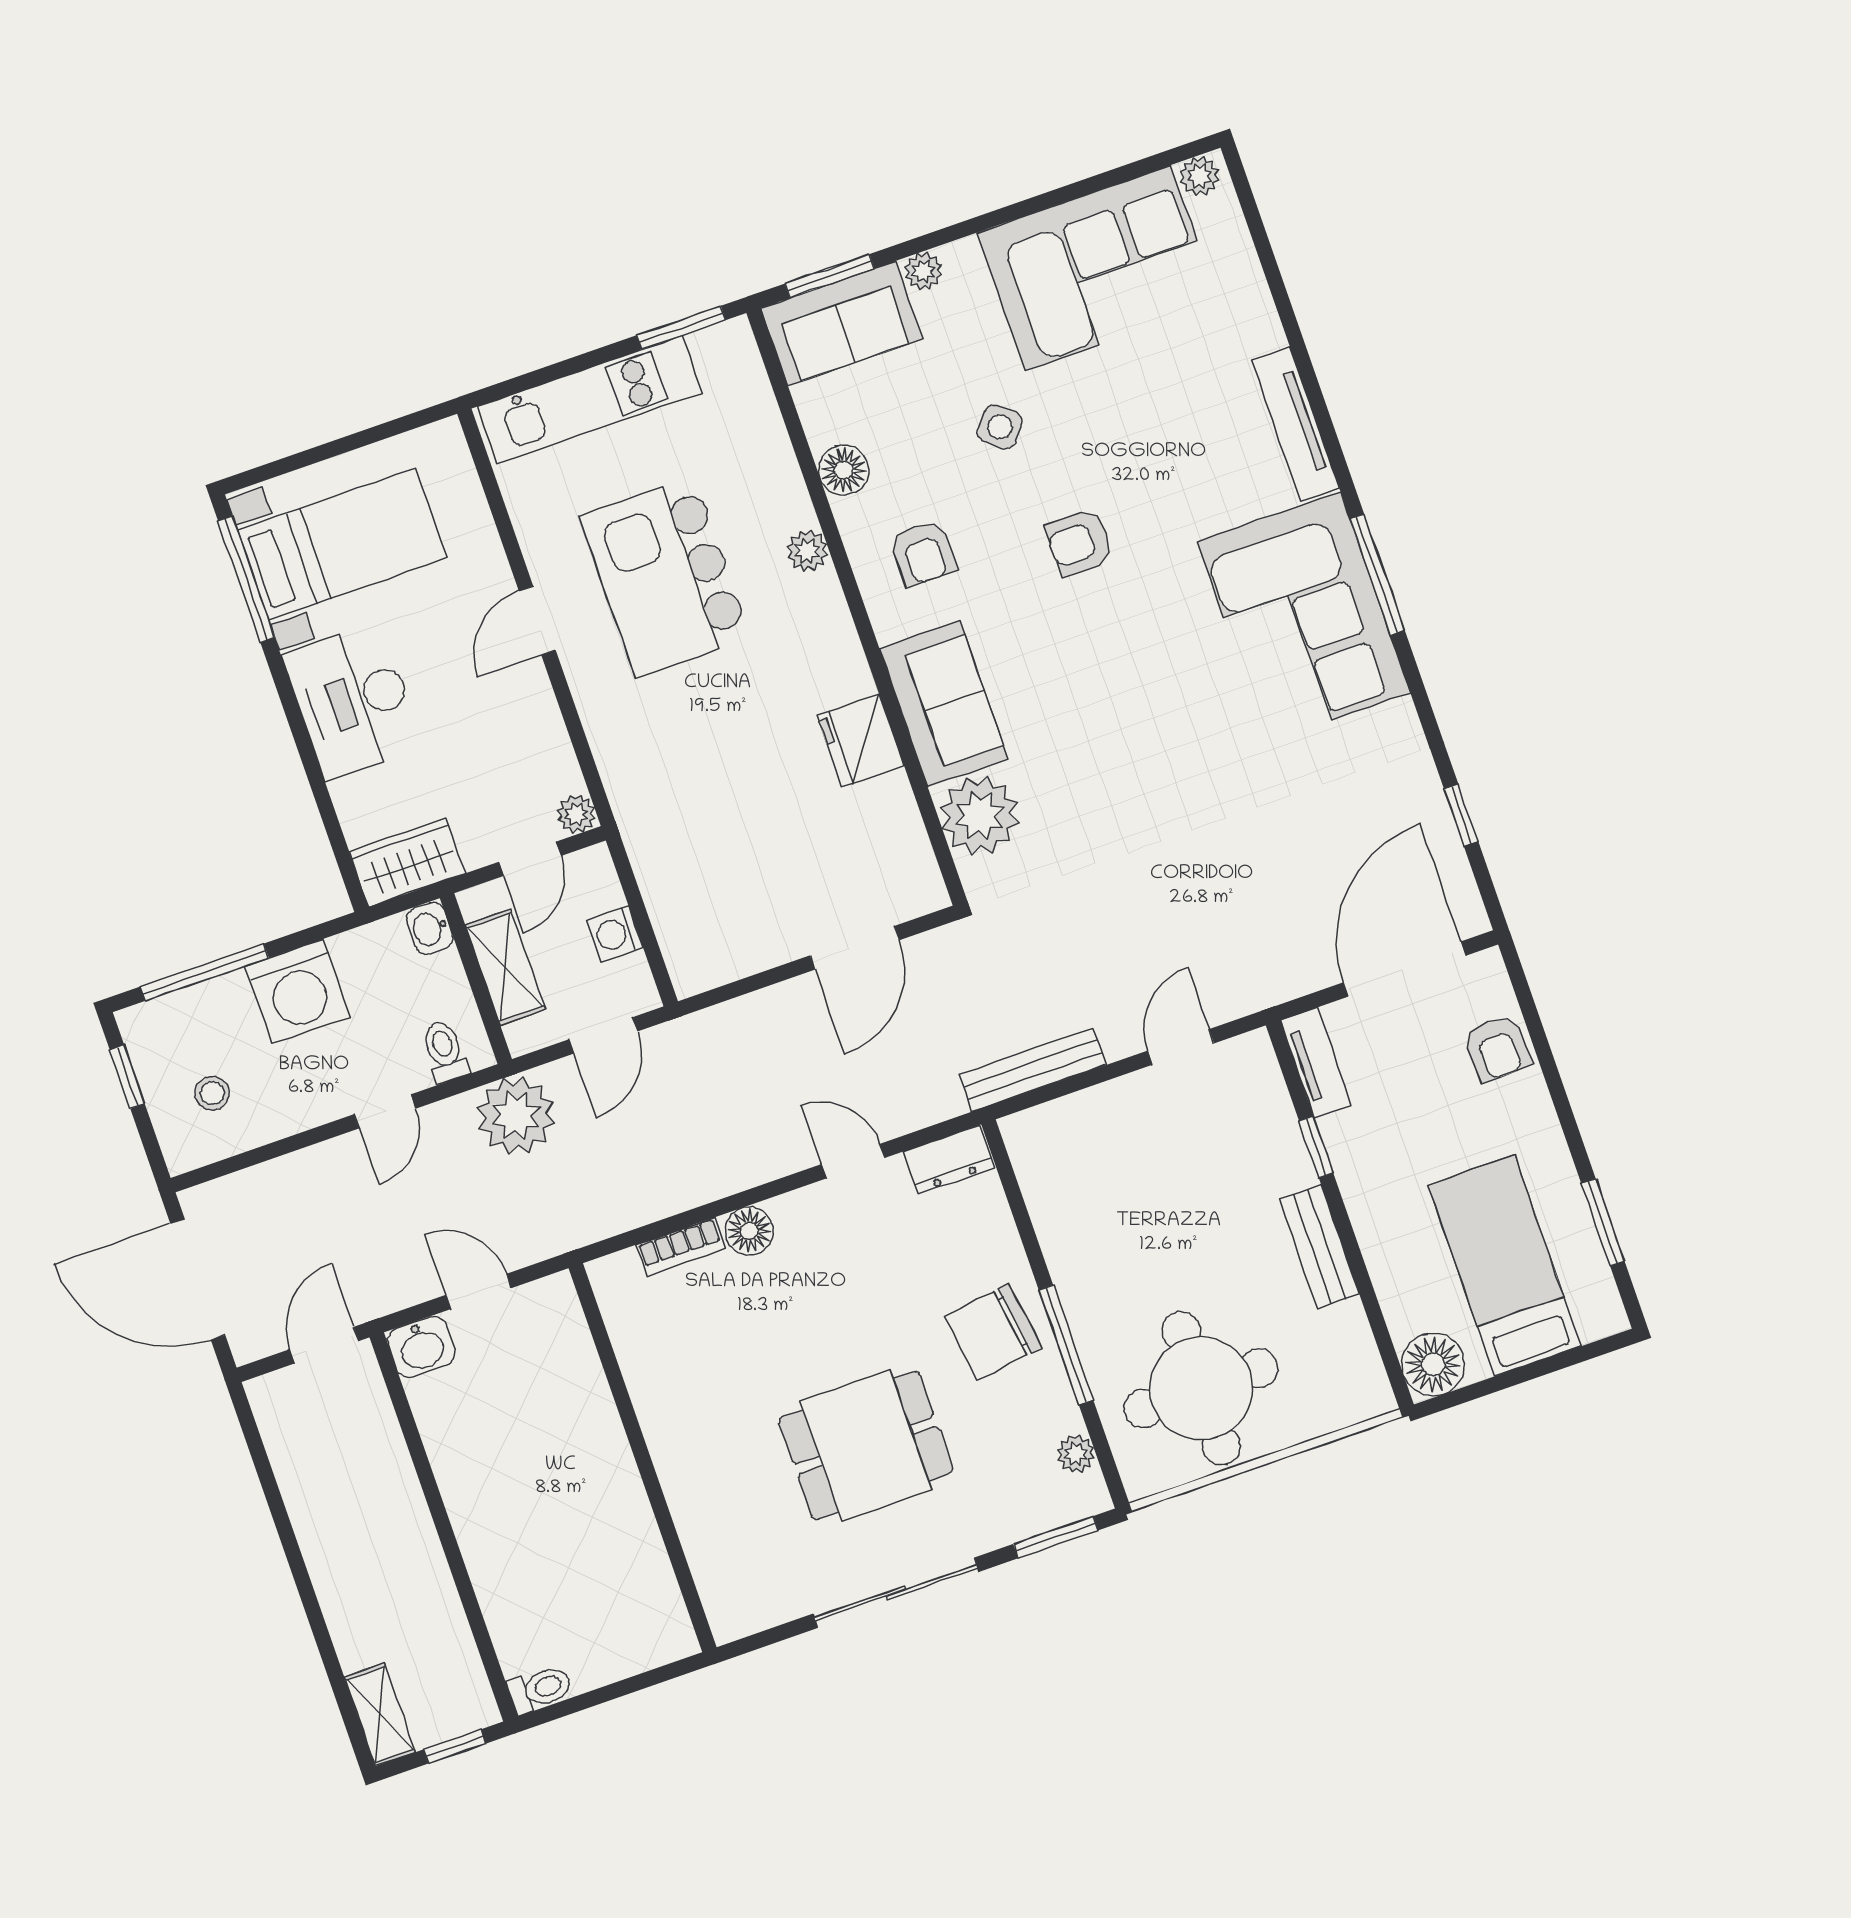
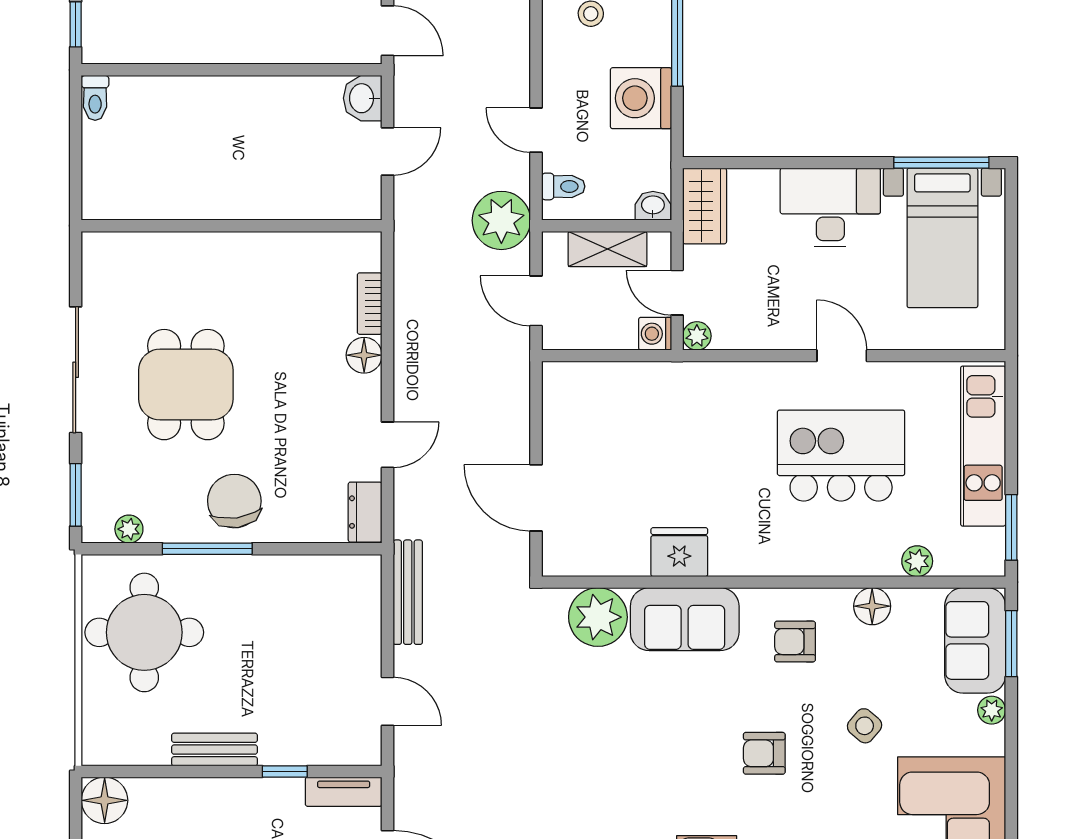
armchair: (1080, 543) -> (764, 753), turned -90
plant: (807, 551) -> (917, 561), moved
washing machine: (615, 934) -> (655, 334), moved, turned -90

